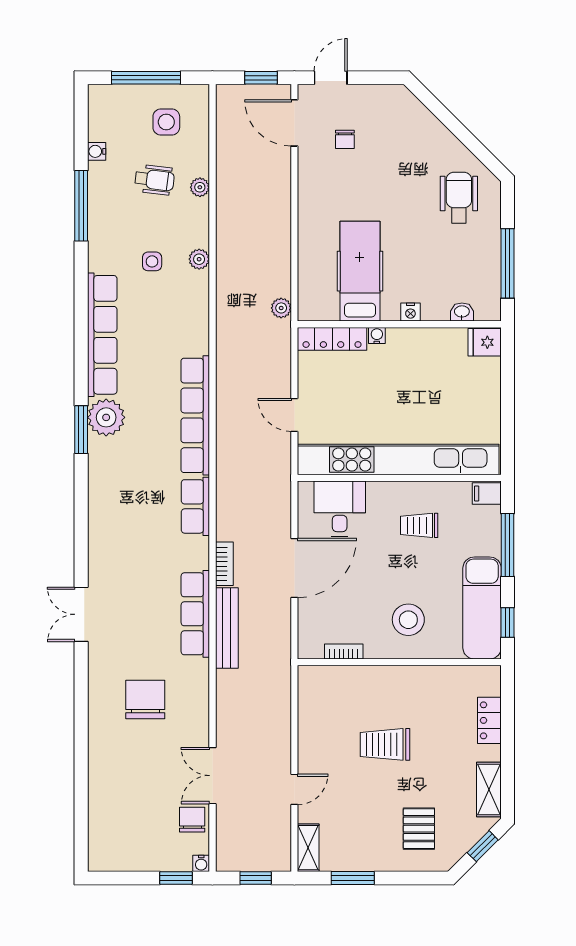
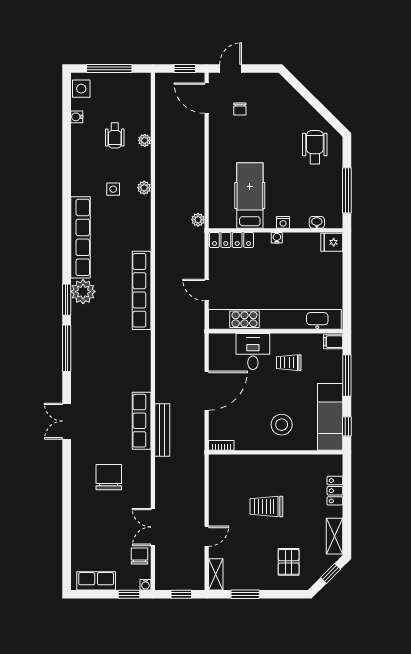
side table: (166, 122) -> (81, 89), moved
wheelchair: (154, 180) -> (115, 135), turned 83
window: (81, 206) -> (67, 348), moved
water cooler: (377, 336) -> (277, 238), moved
row of seats: (195, 506) -> (96, 581), moved, turned 90
desk: (340, 509) -> (253, 352), moved
bookcase: (224, 564) -> (161, 388), removed
bookcase: (344, 651) -> (221, 445), moved

